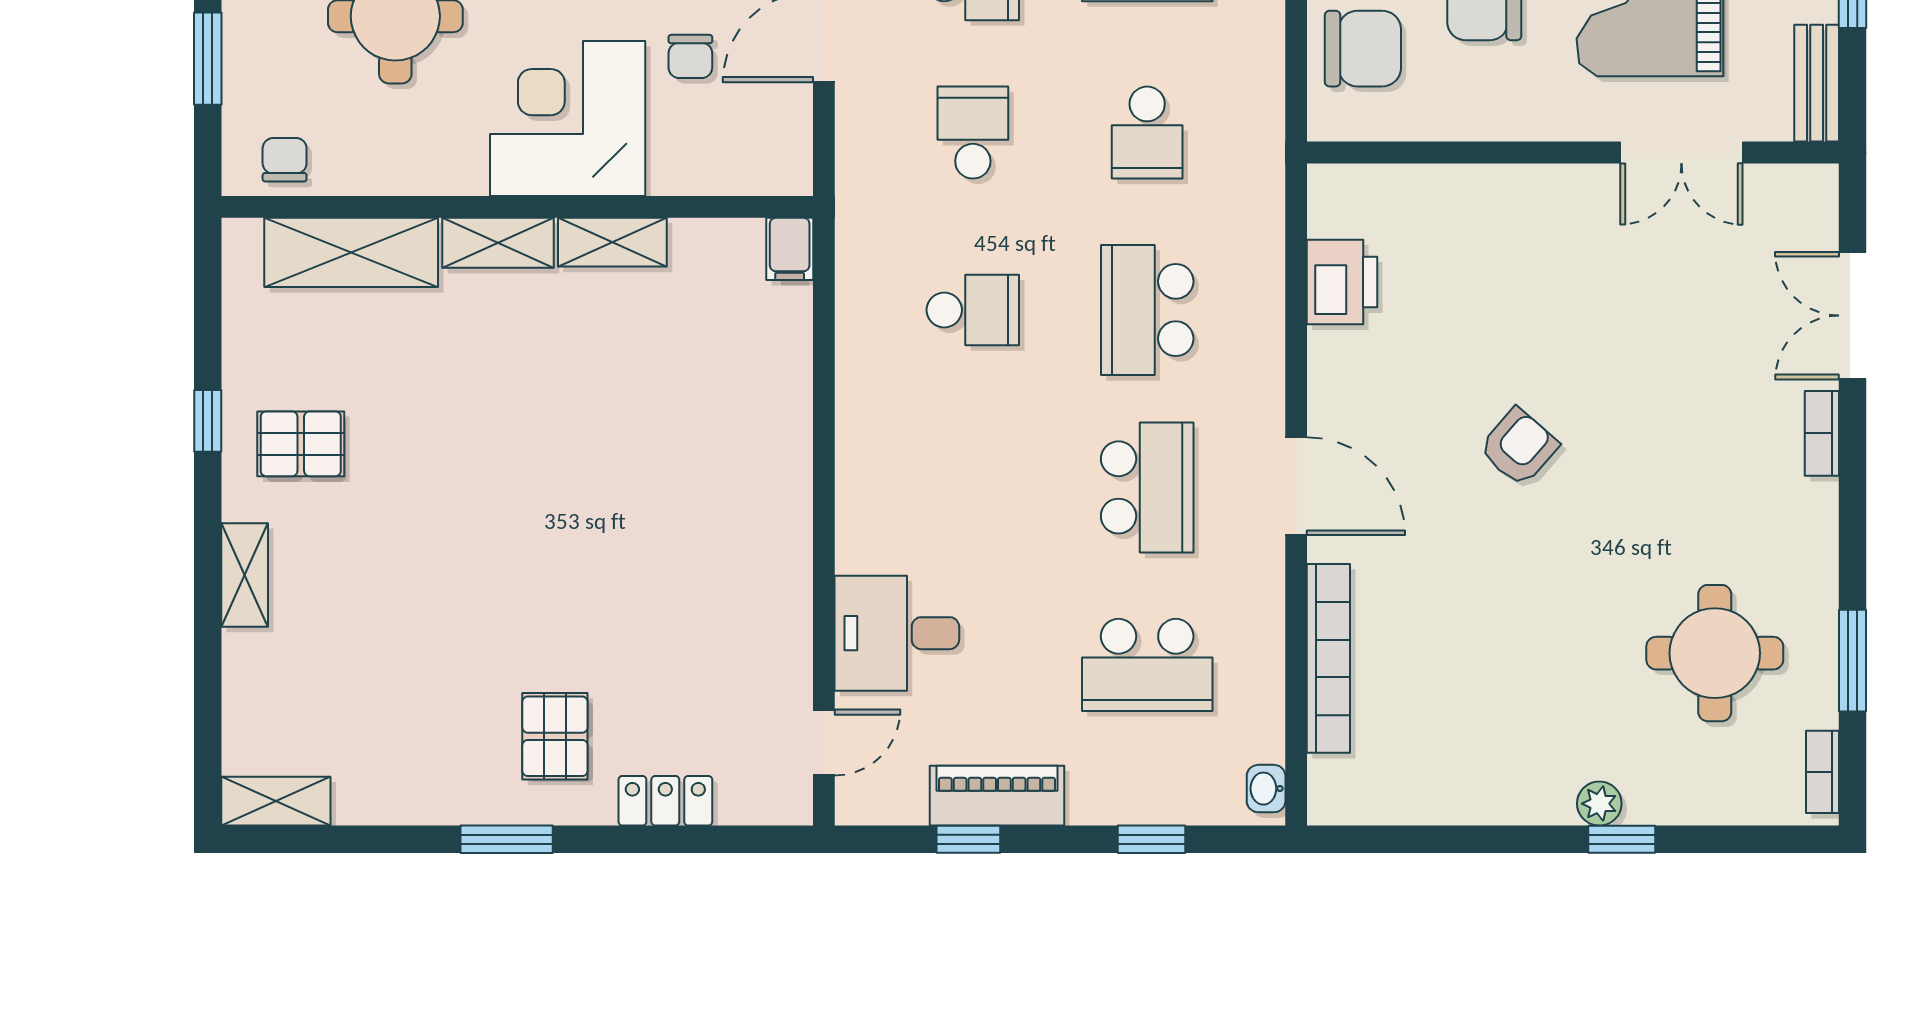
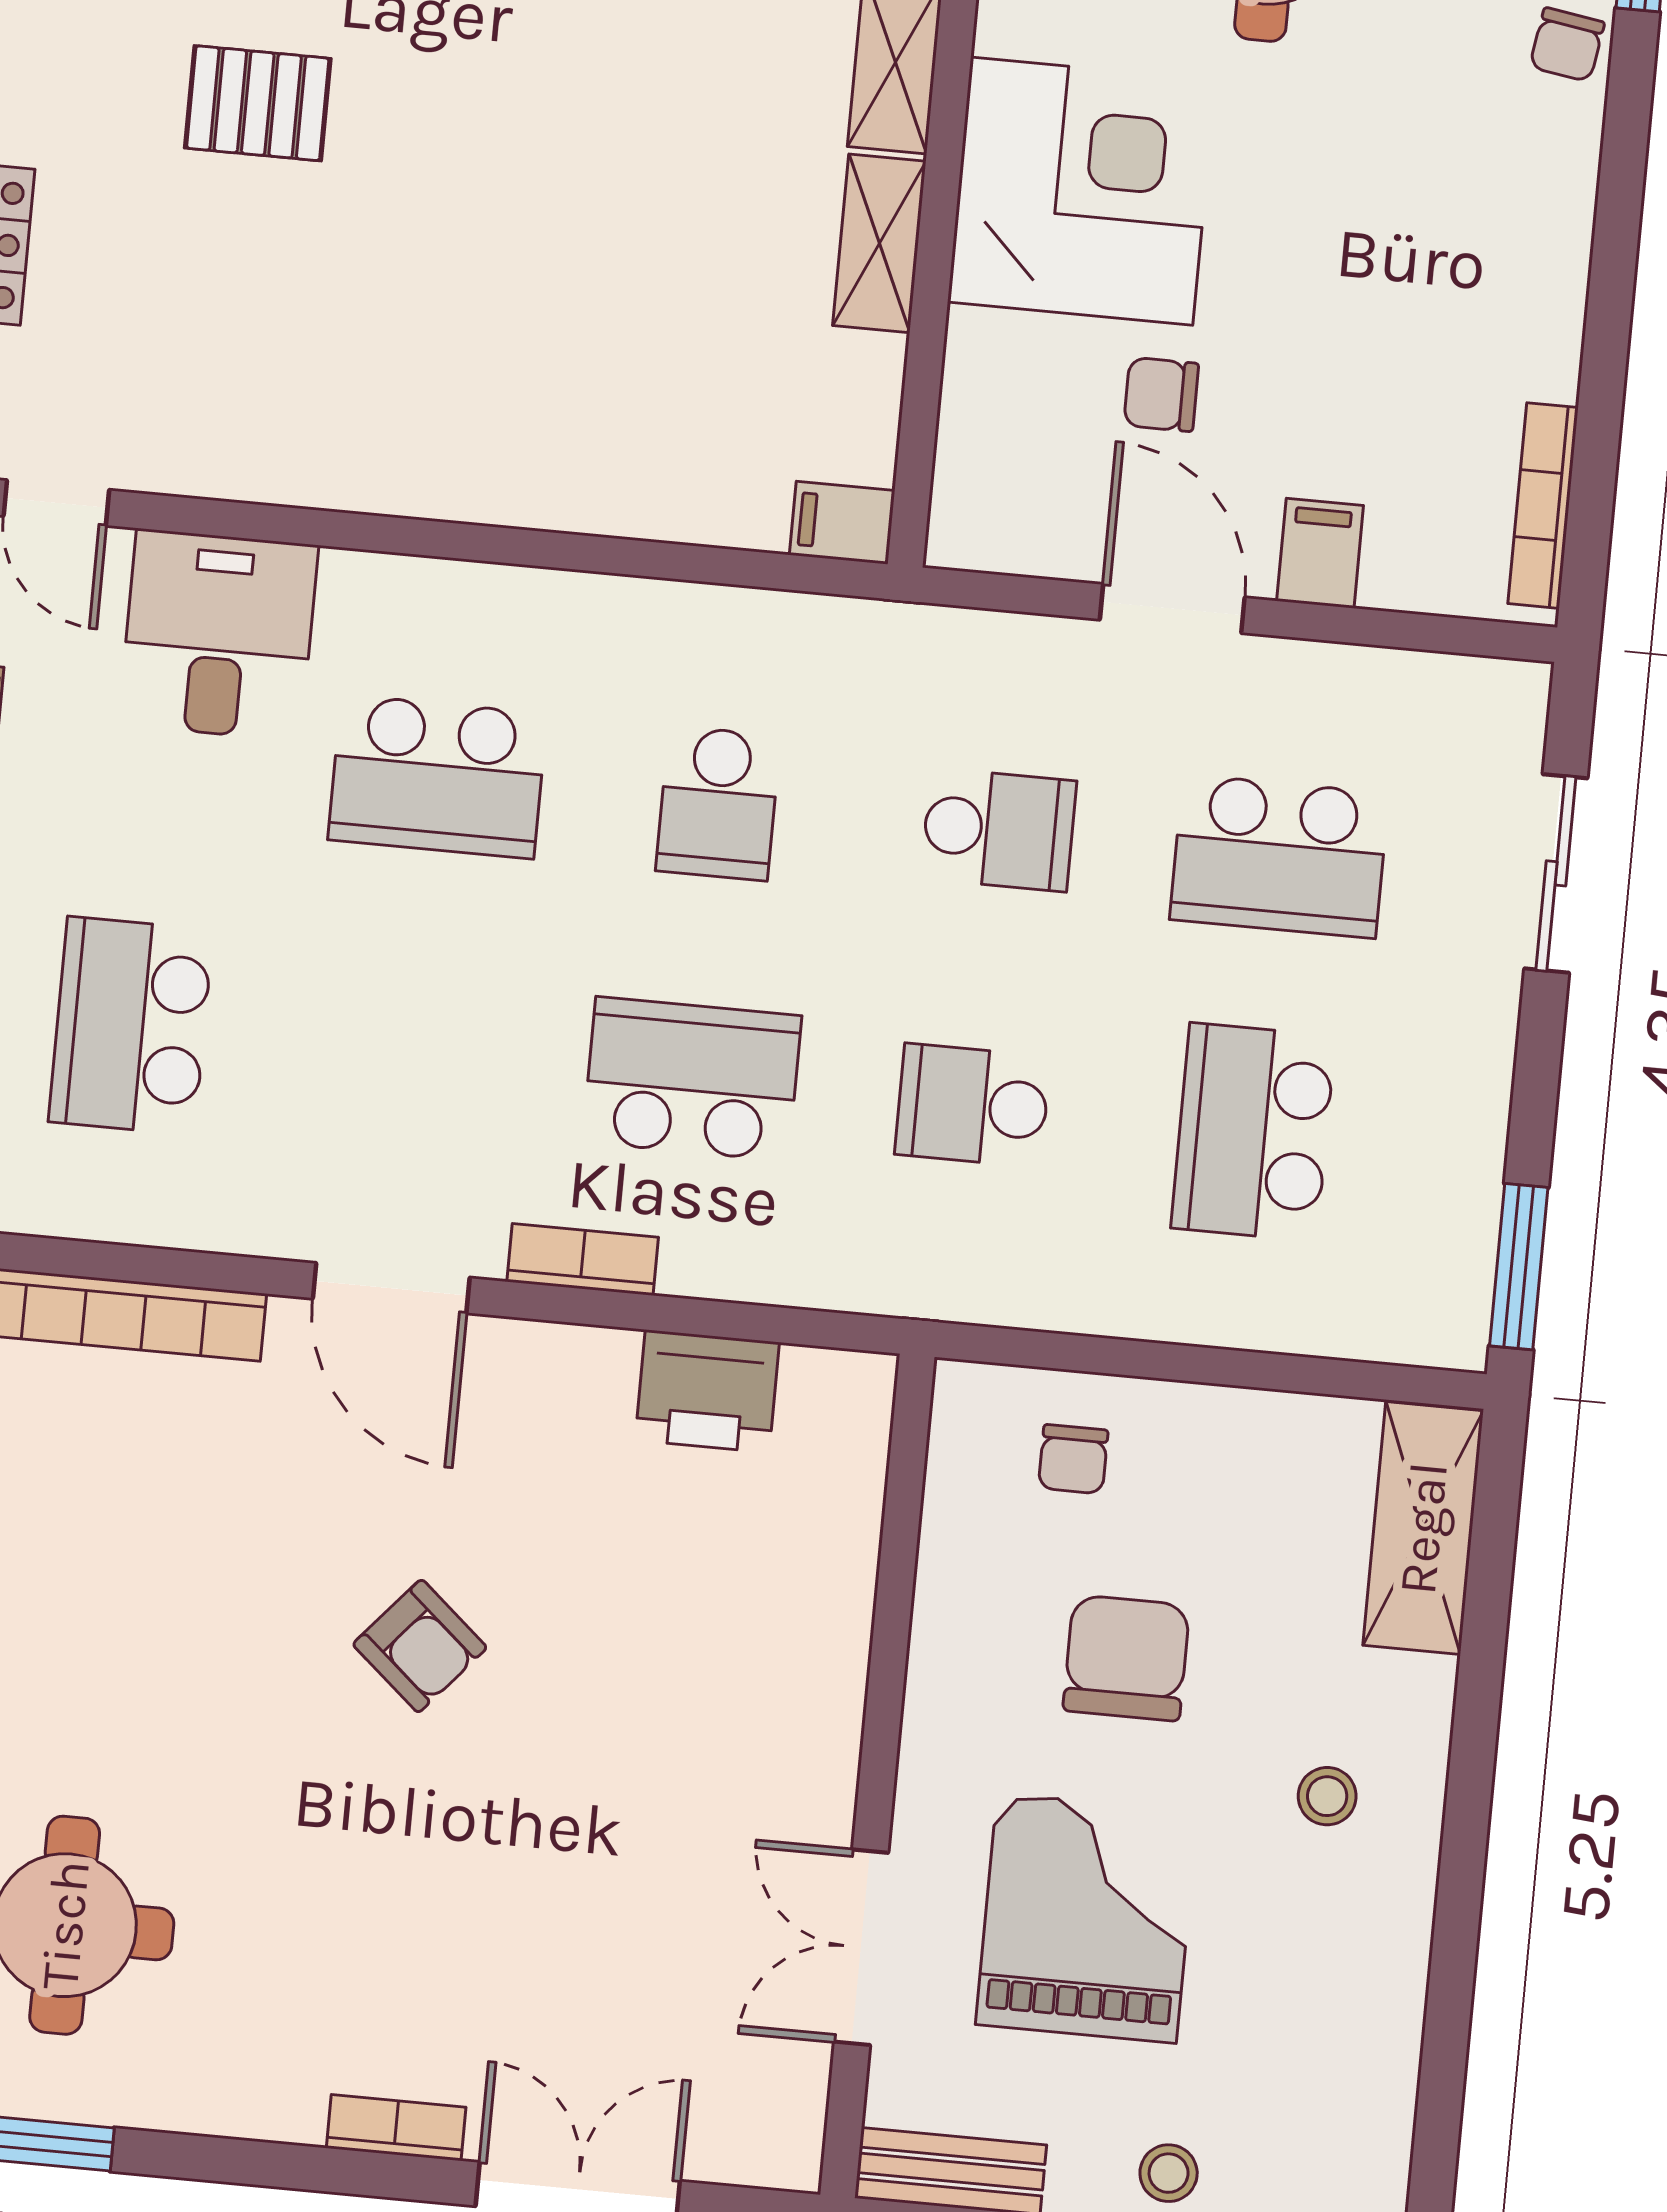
chair: (1363, 49) -> (1073, 1459), width x0.54, depth x0.54
bookcase: (1267, 368) -> (583, 1259), added
door: (1296, 486) -> (391, 1288), hinge flipped
school desk: (1147, 487) -> (438, 777), moved
pallet: (555, 736) -> (258, 103), moved

